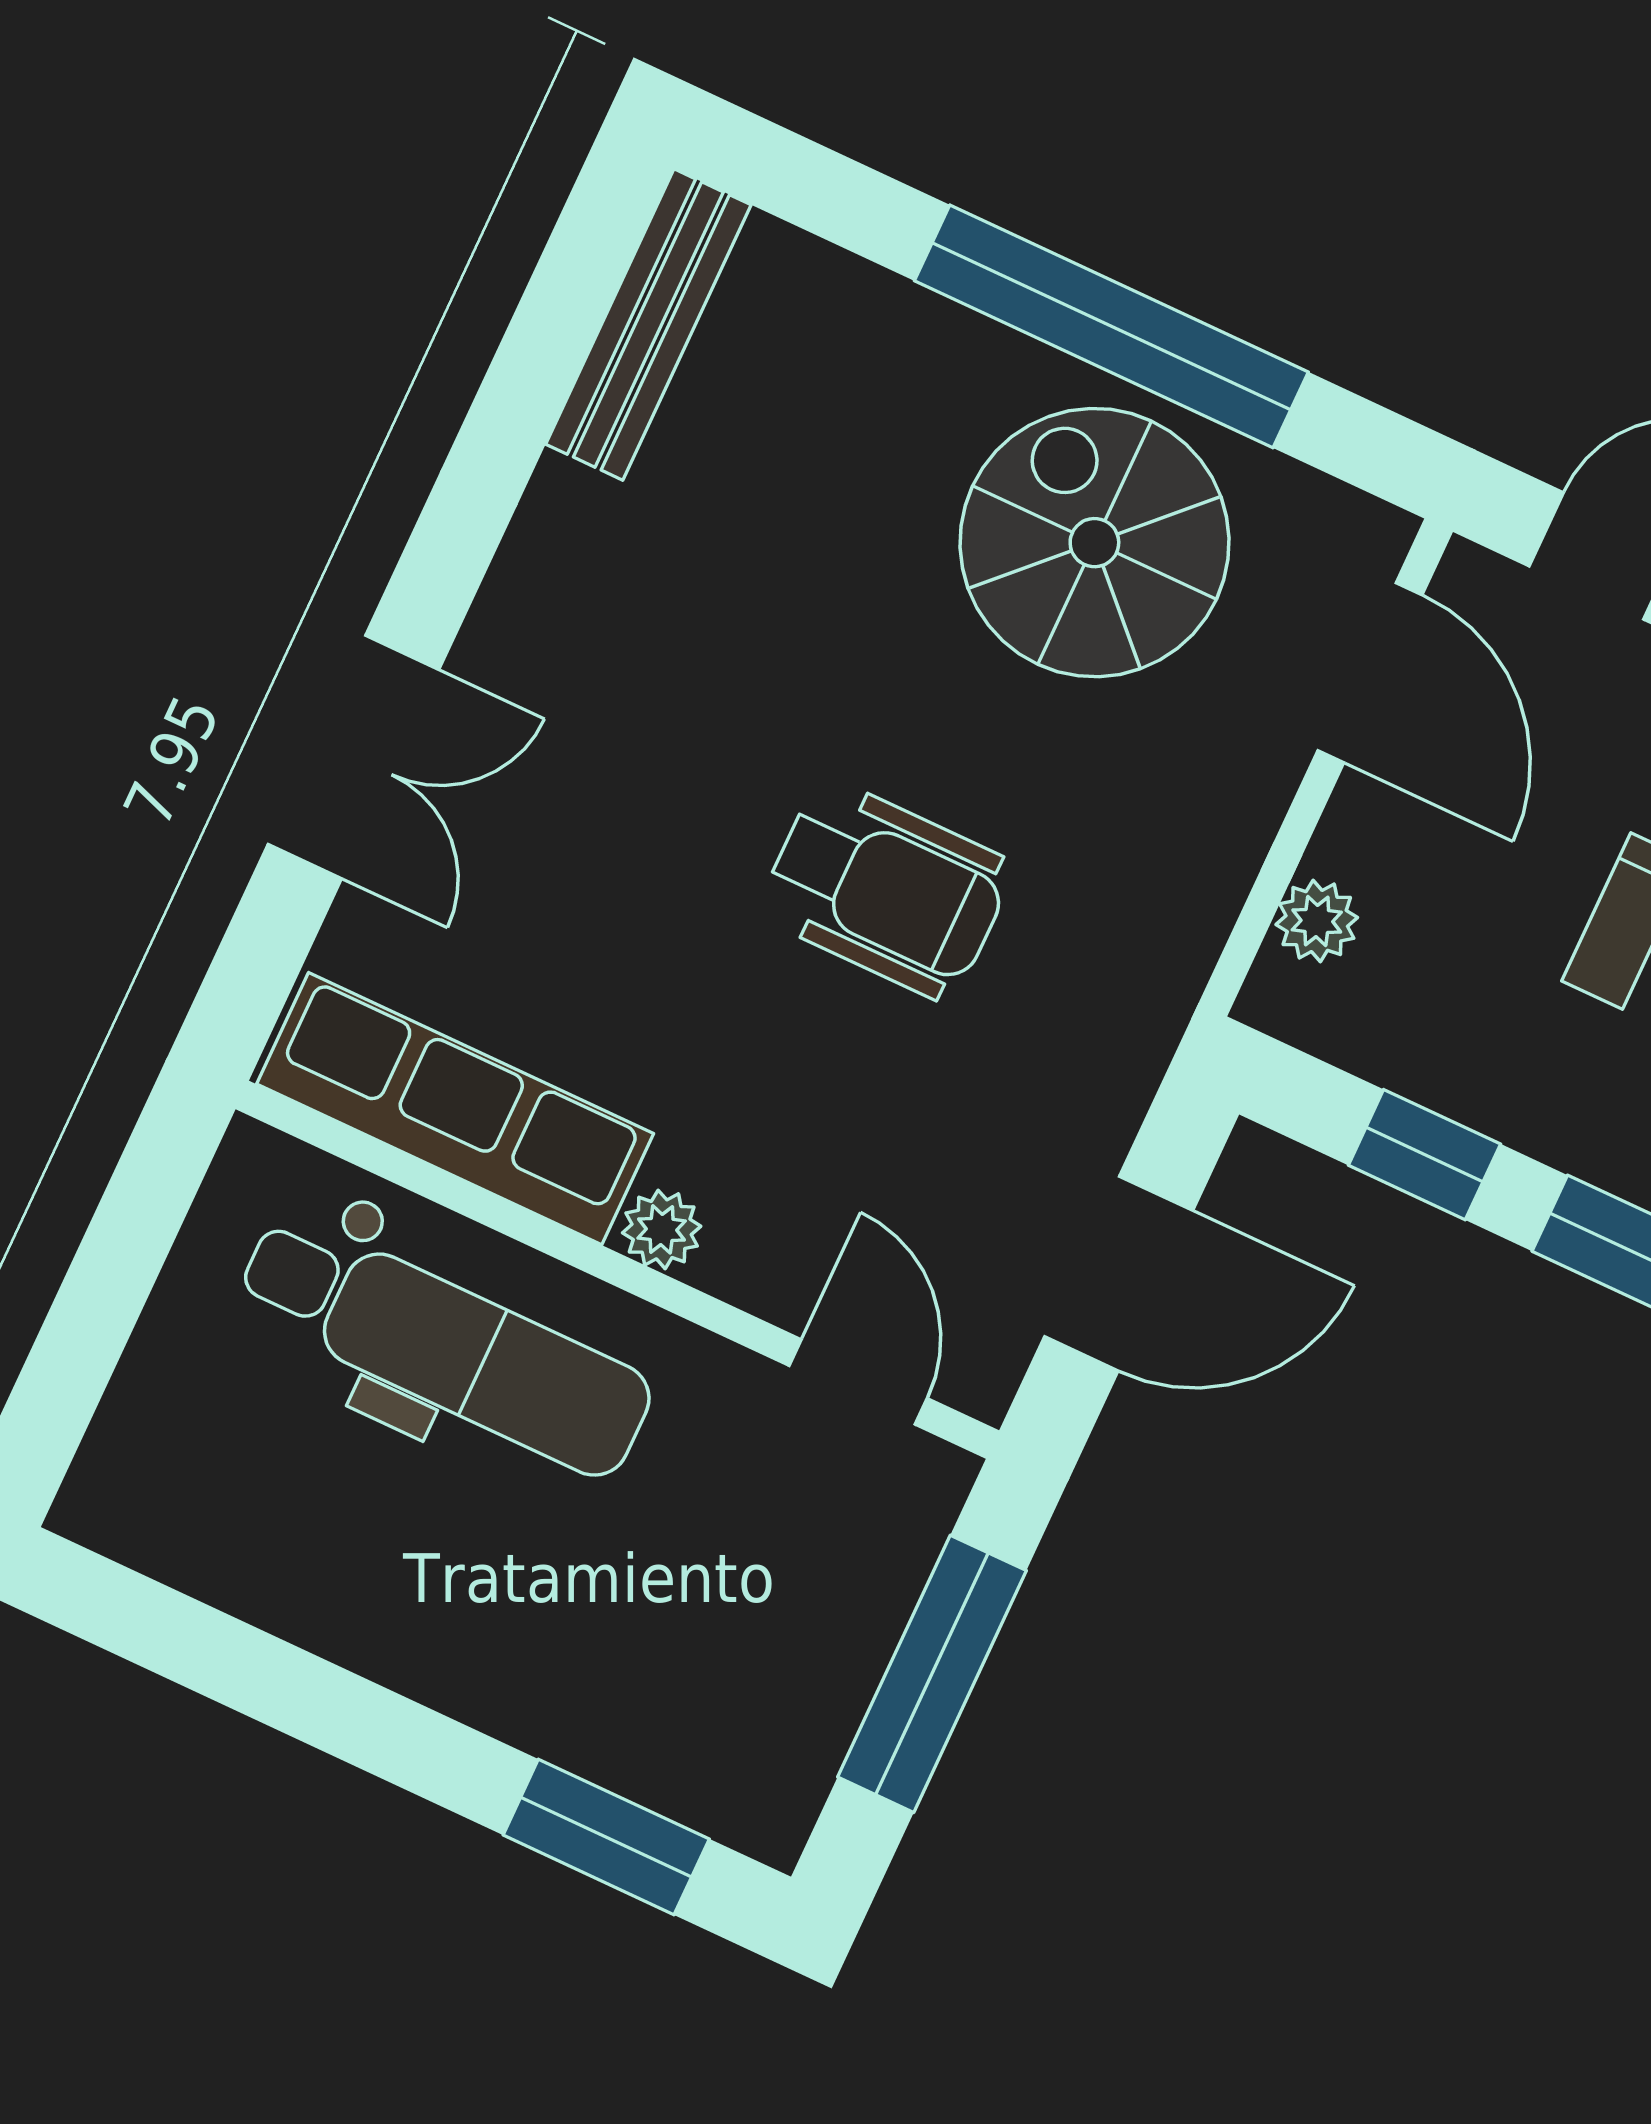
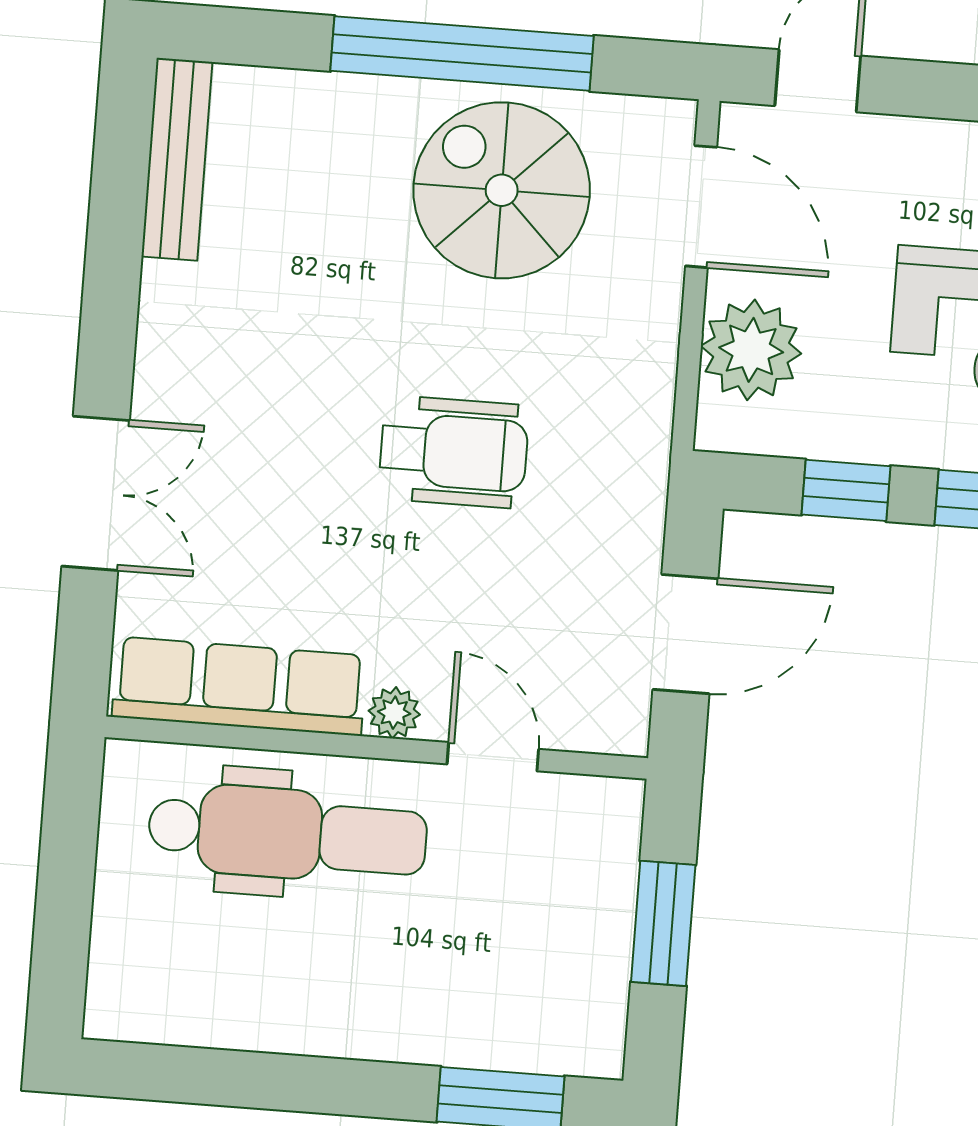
plant: (1317, 921) -> (751, 350), width x1.87, depth x1.87
door: (858, 1382) -> (493, 757), moved
window: (932, 1674) -> (663, 923), width x0.69

